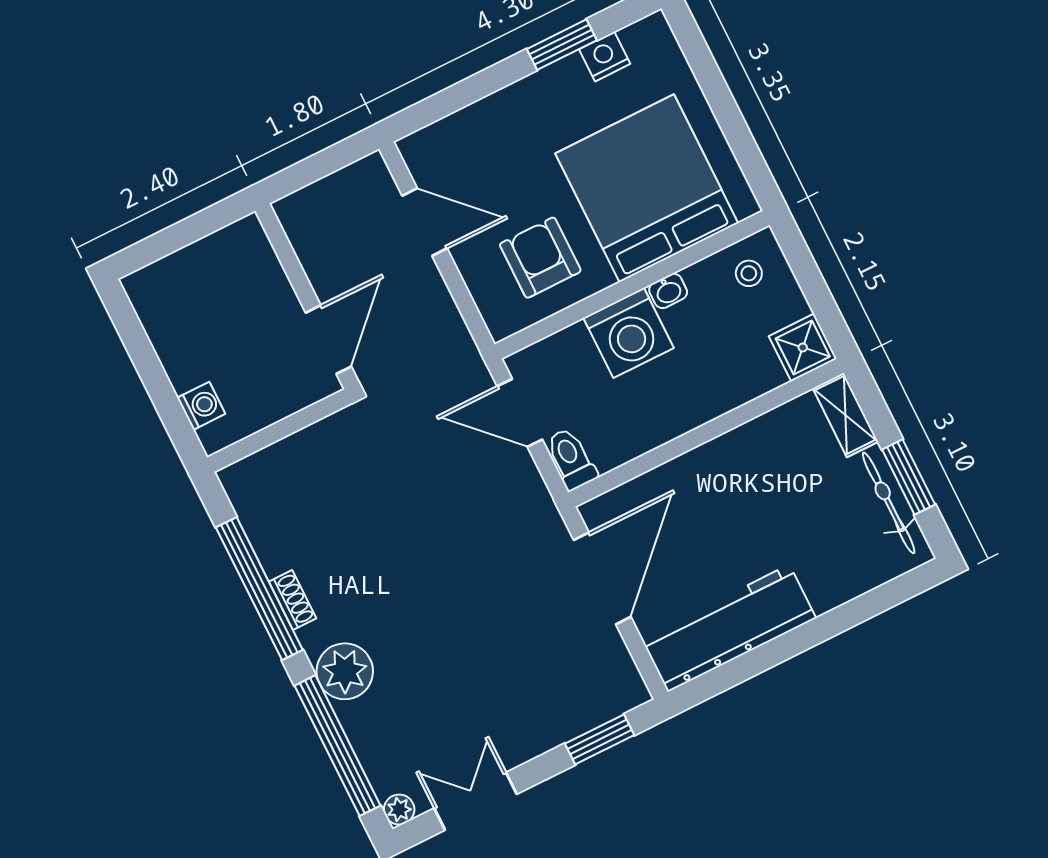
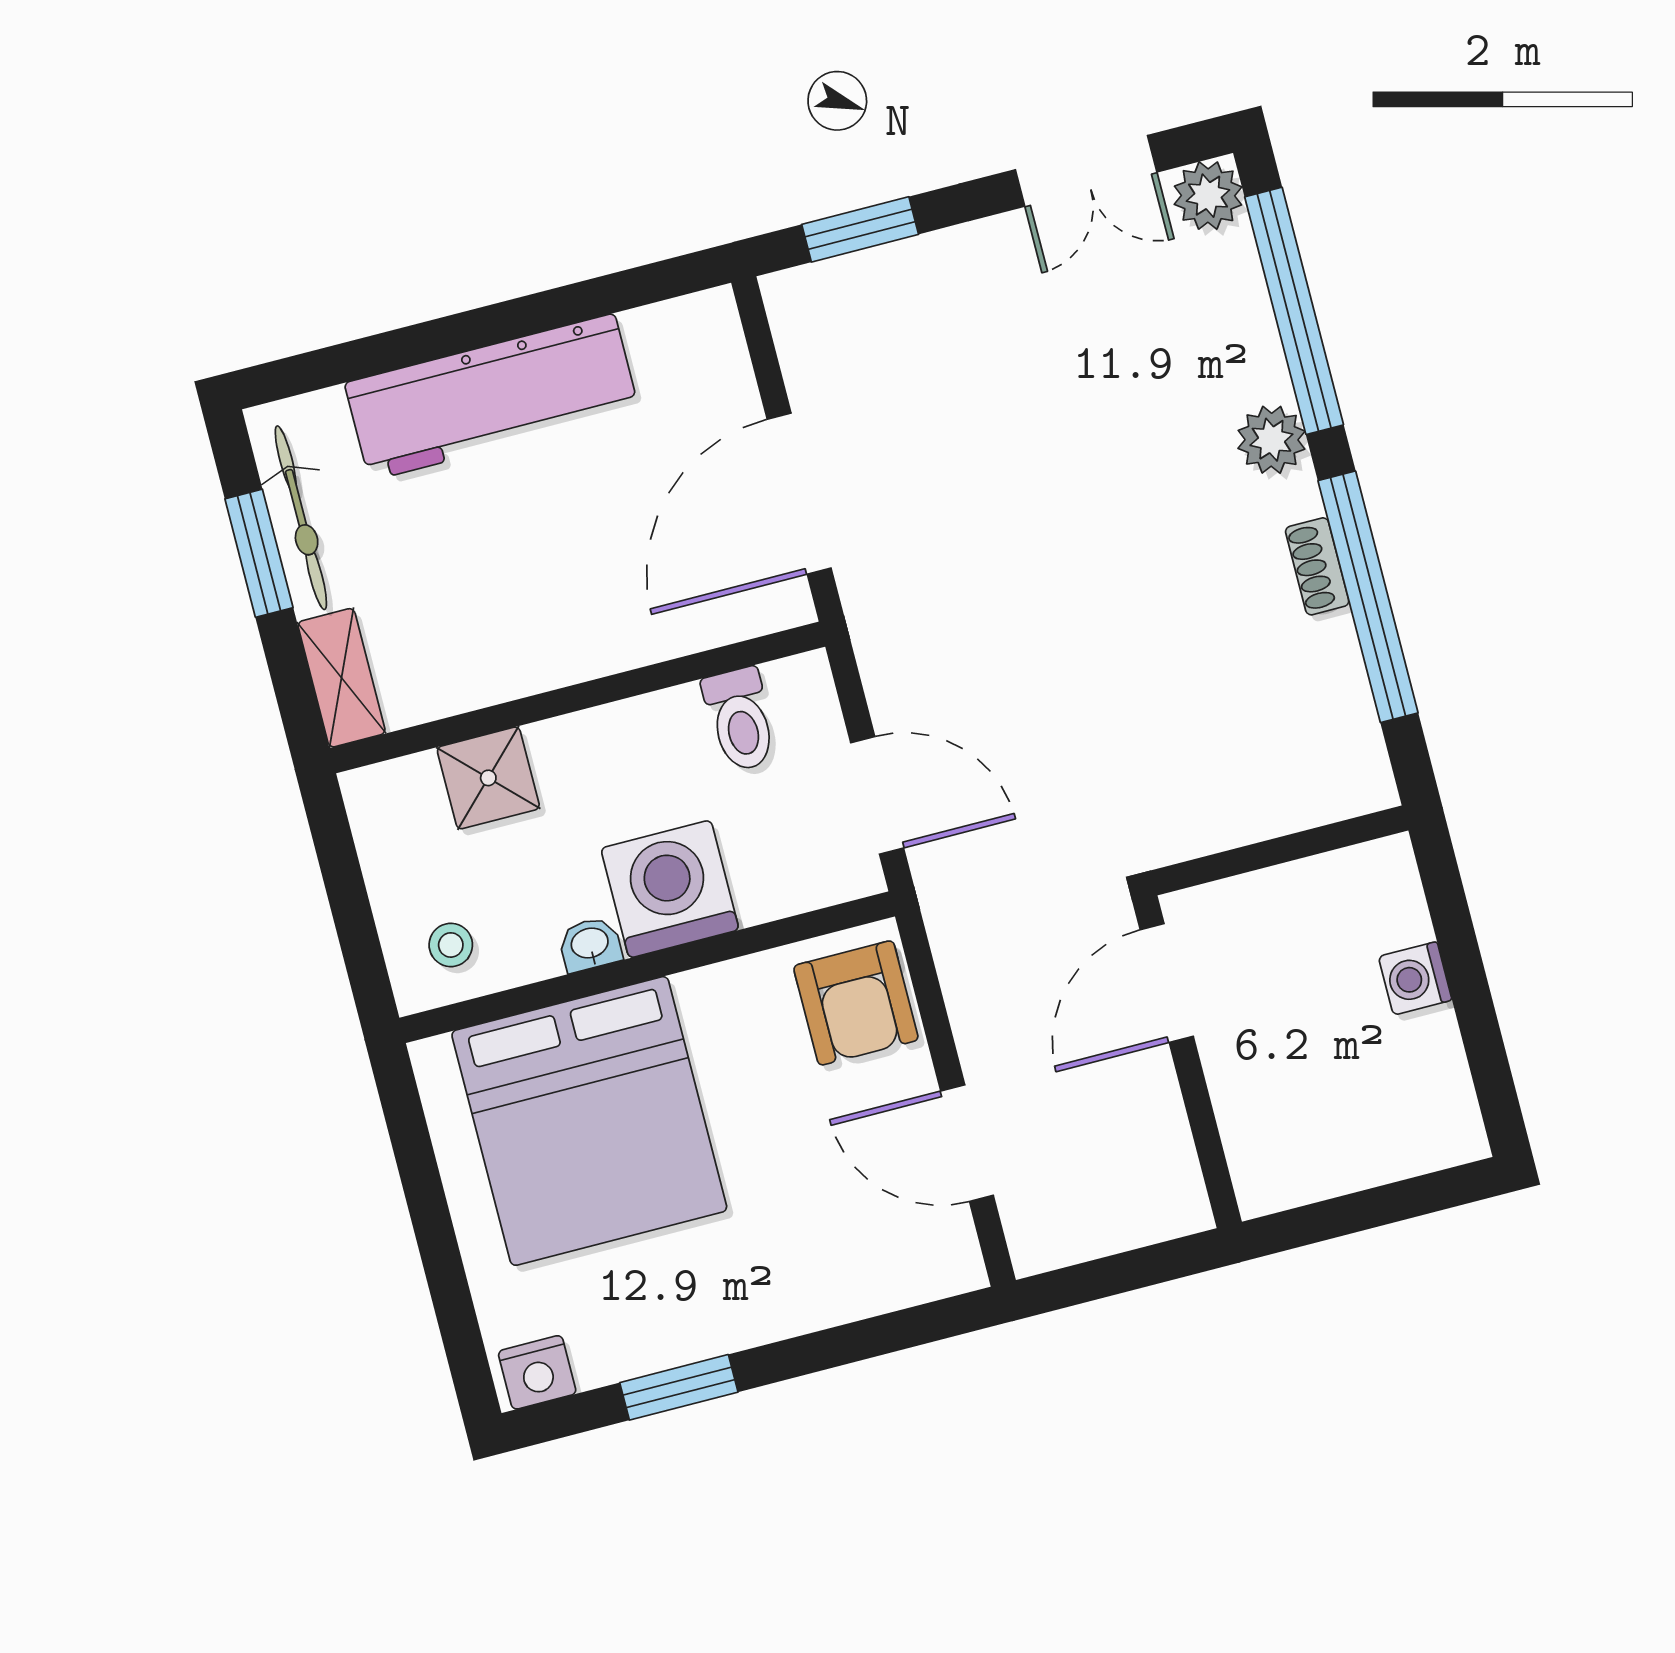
nightstand: (605, 56) -> (537, 1372), moved
armchair: (540, 258) -> (856, 1003), moved
shower: (803, 348) -> (488, 778), moved
washing machine: (201, 406) -> (1415, 978), moved
toilet: (571, 459) -> (740, 719), moved
workbench: (729, 628) -> (492, 397), moved
plant: (345, 671) -> (1271, 440), width x0.73, depth x0.73
plant: (399, 809) -> (1208, 196), width x1.38, depth x1.38

